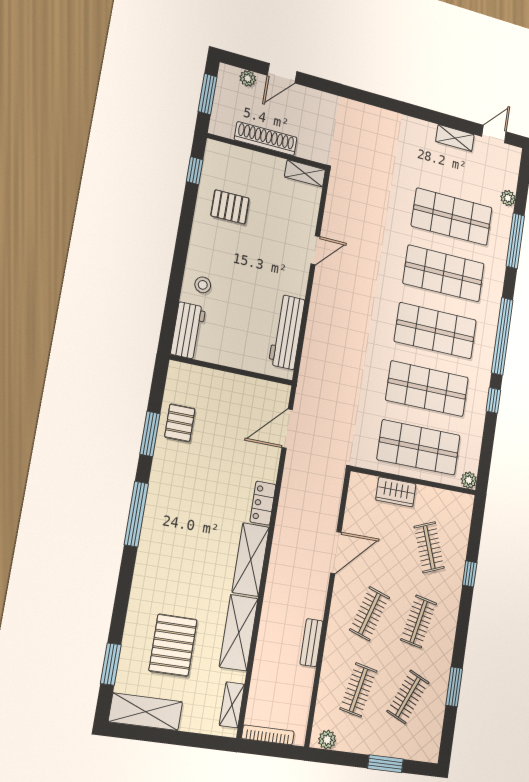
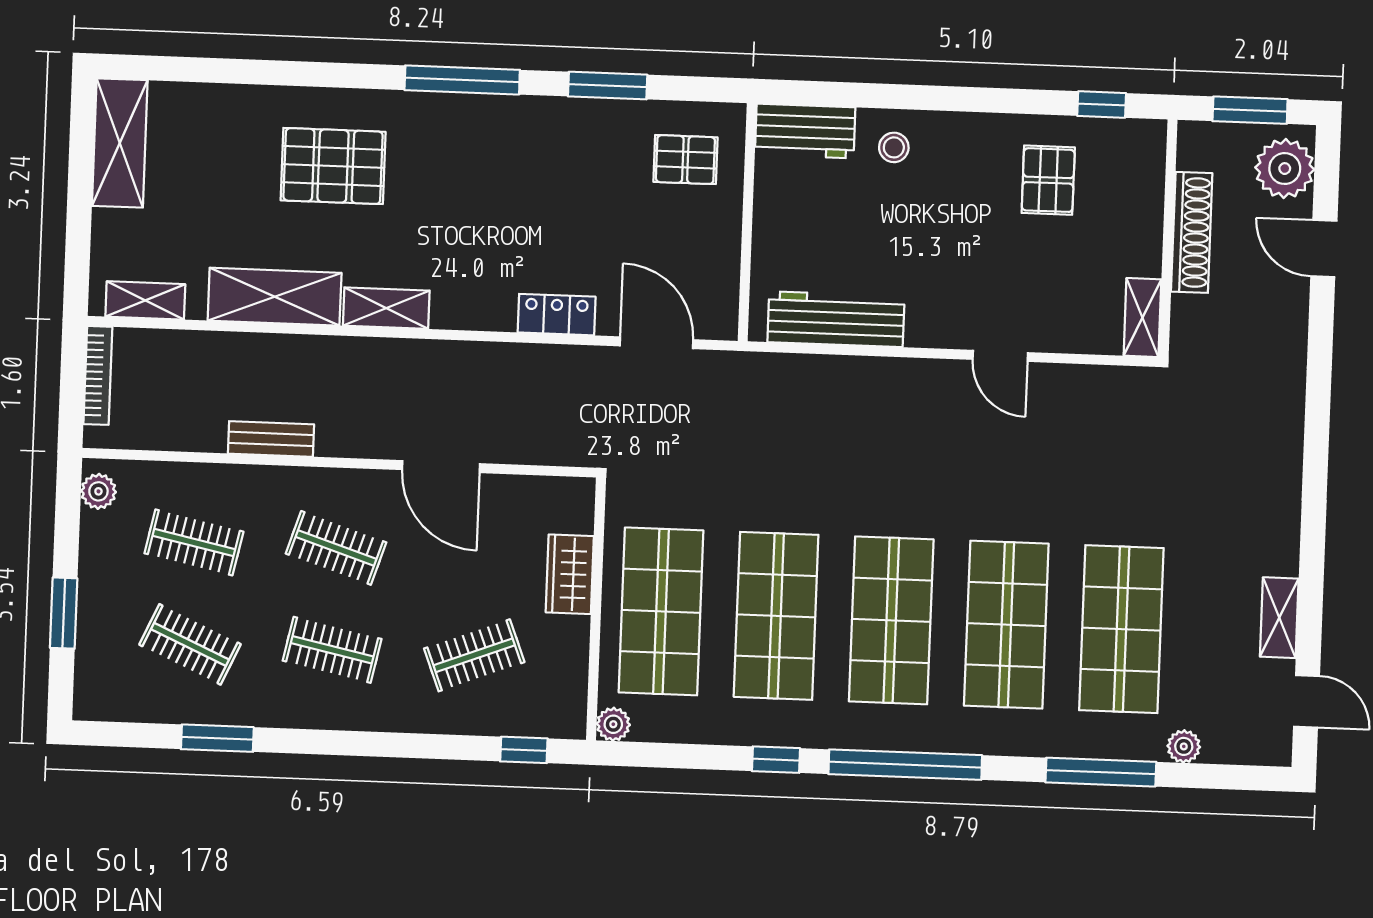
plant: (248, 78) -> (1285, 169), width x1.88, depth x1.88
pallet: (180, 423) -> (685, 160), moved
locker: (263, 503) -> (557, 315), moved
shelving: (251, 560) -> (386, 308), width x0.67, depth x0.75
window: (470, 574) -> (524, 750), moved
pallet: (173, 645) -> (333, 166), moved
window: (111, 664) -> (196, 70), removed

